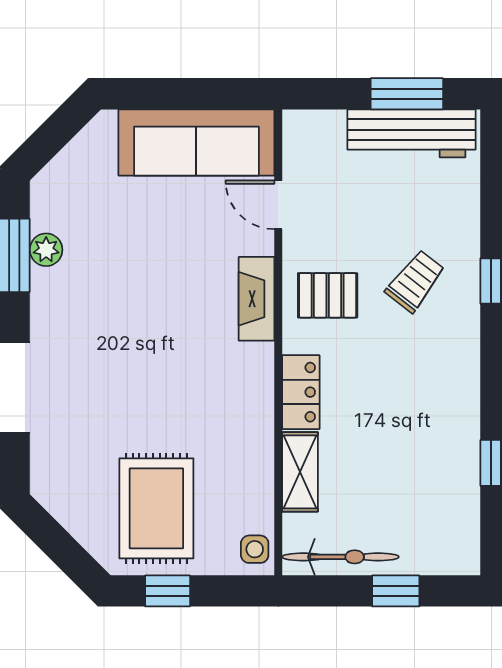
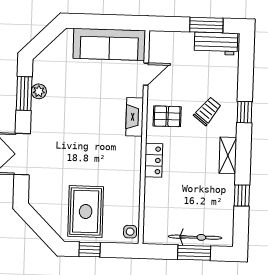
workbench: (412, 133) -> (216, 44), width x0.73
door: (278, 205) -> (146, 74), swing flipped
shelving: (300, 472) -> (228, 155), moved
bicycle: (341, 557) -> (195, 237), moved
window: (396, 591) -> (194, 253), width x1.50

